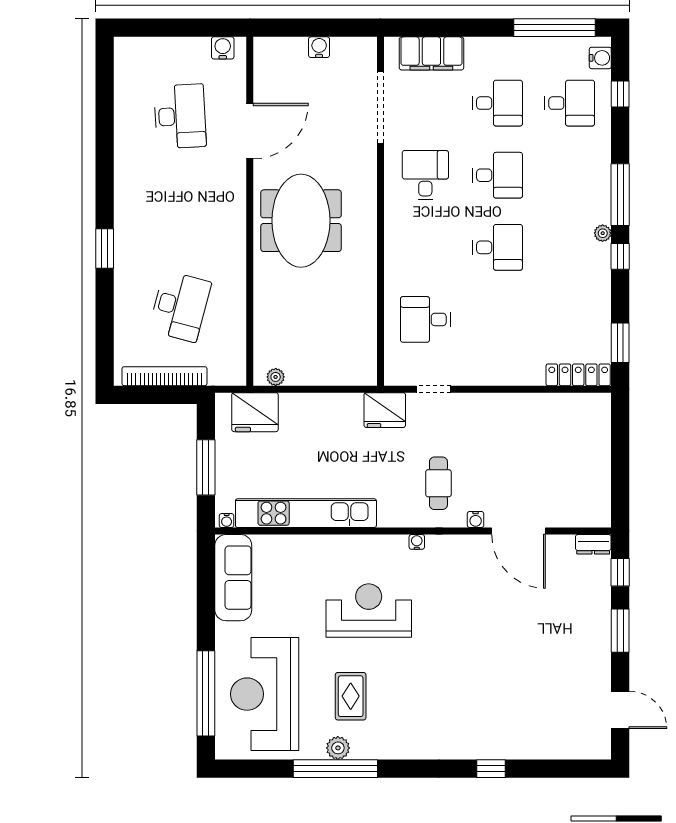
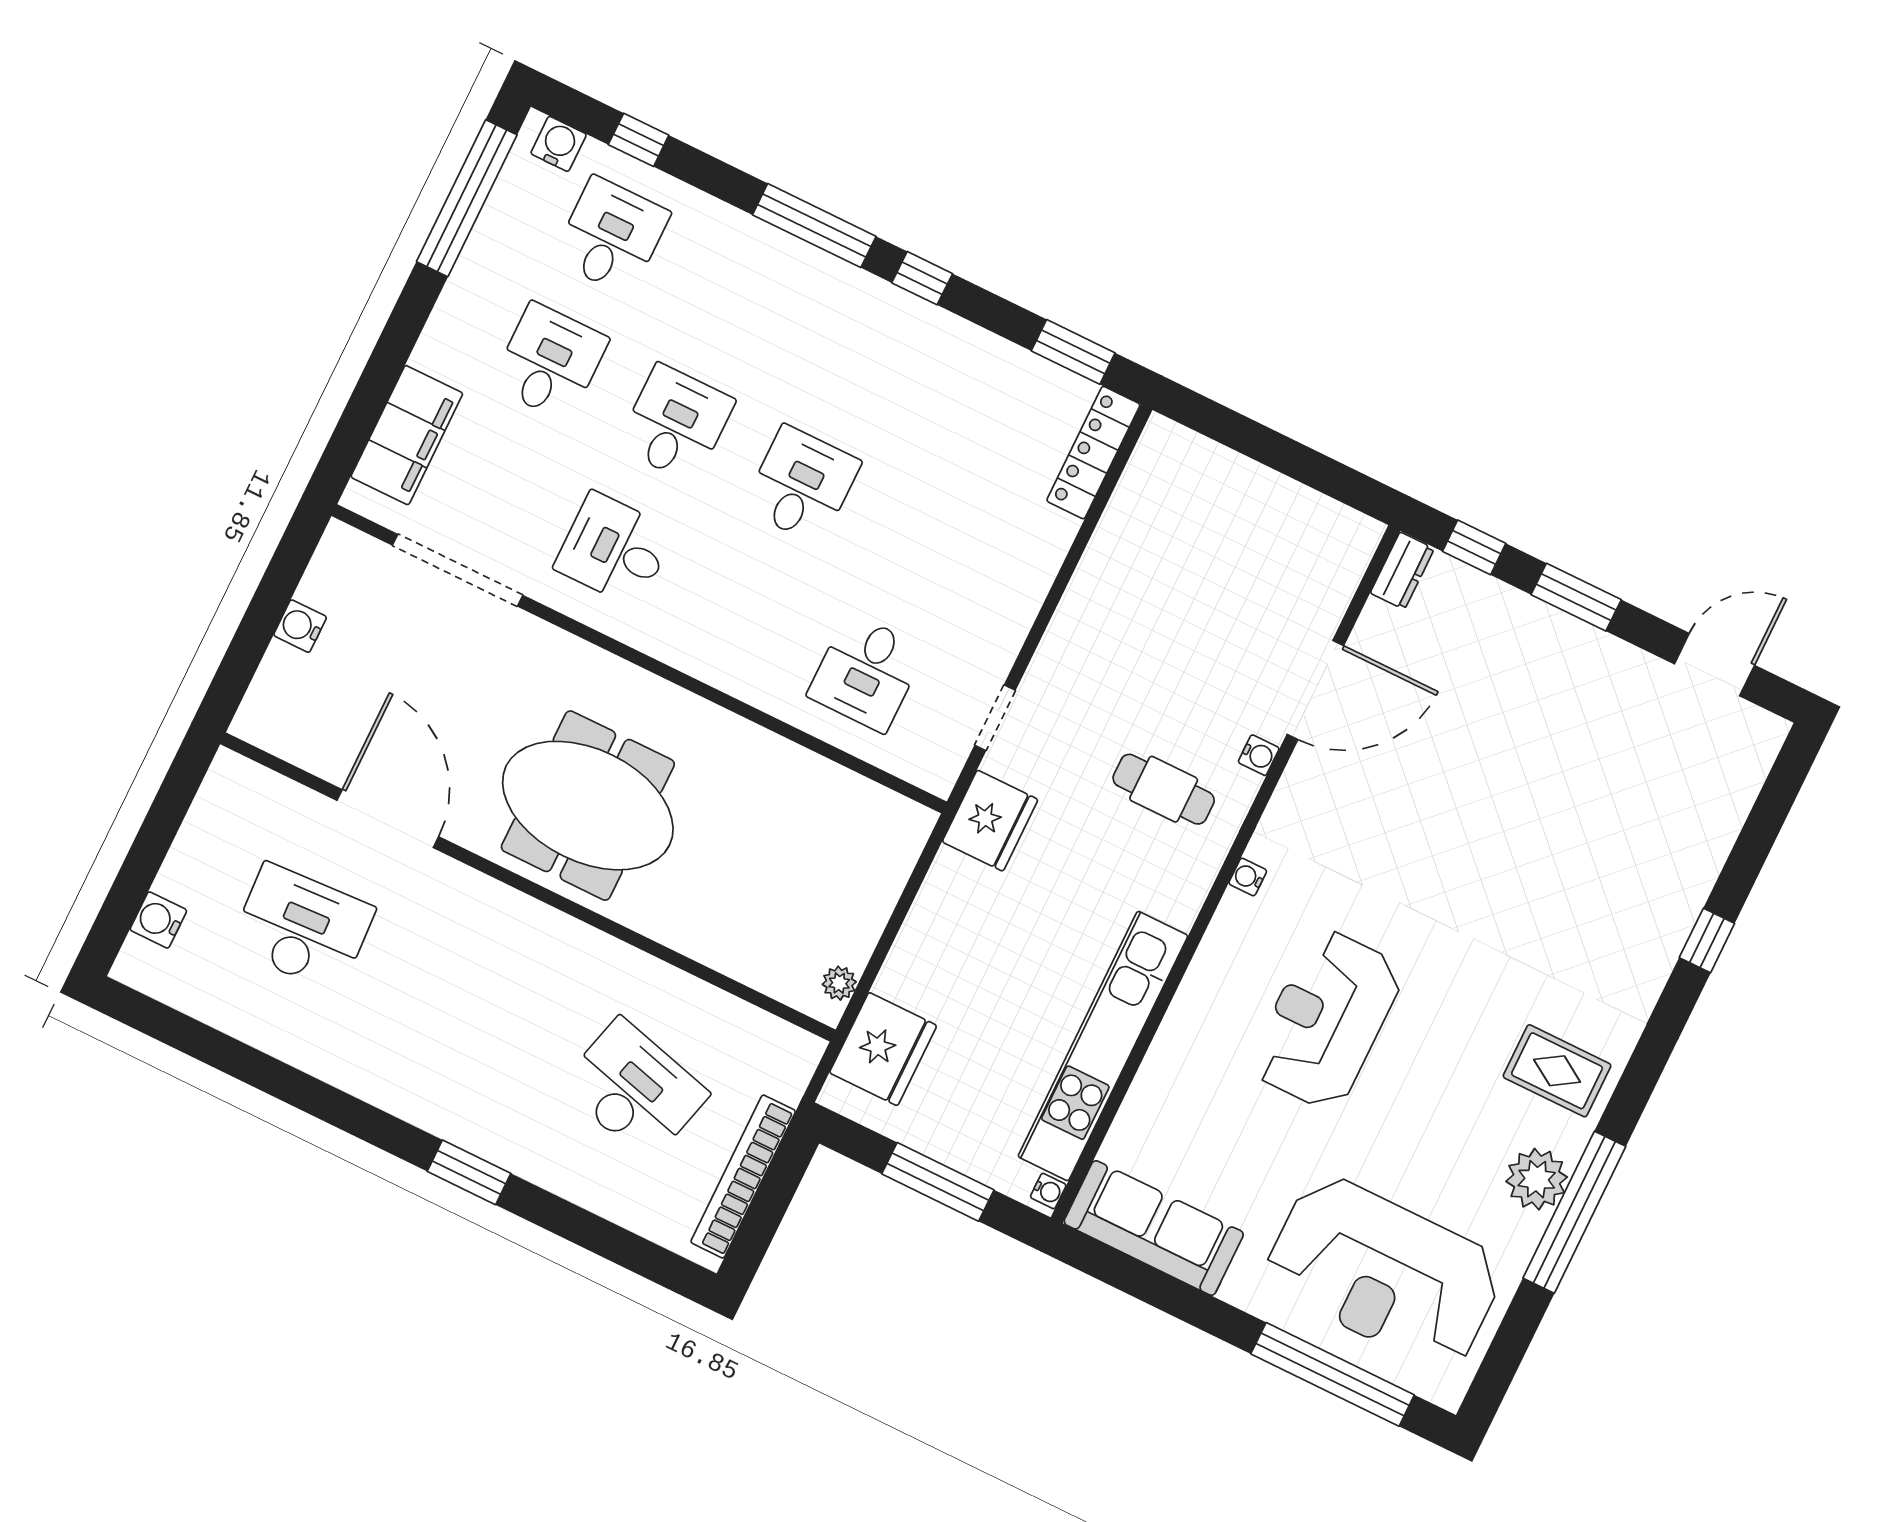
water cooler: (223, 48) -> (158, 920), moved
plant: (603, 233) -> (867, 289), removed
rug: (351, 696) -> (1557, 1071), moved
plant: (338, 748) -> (1537, 1179), width x1.36, depth x1.36

